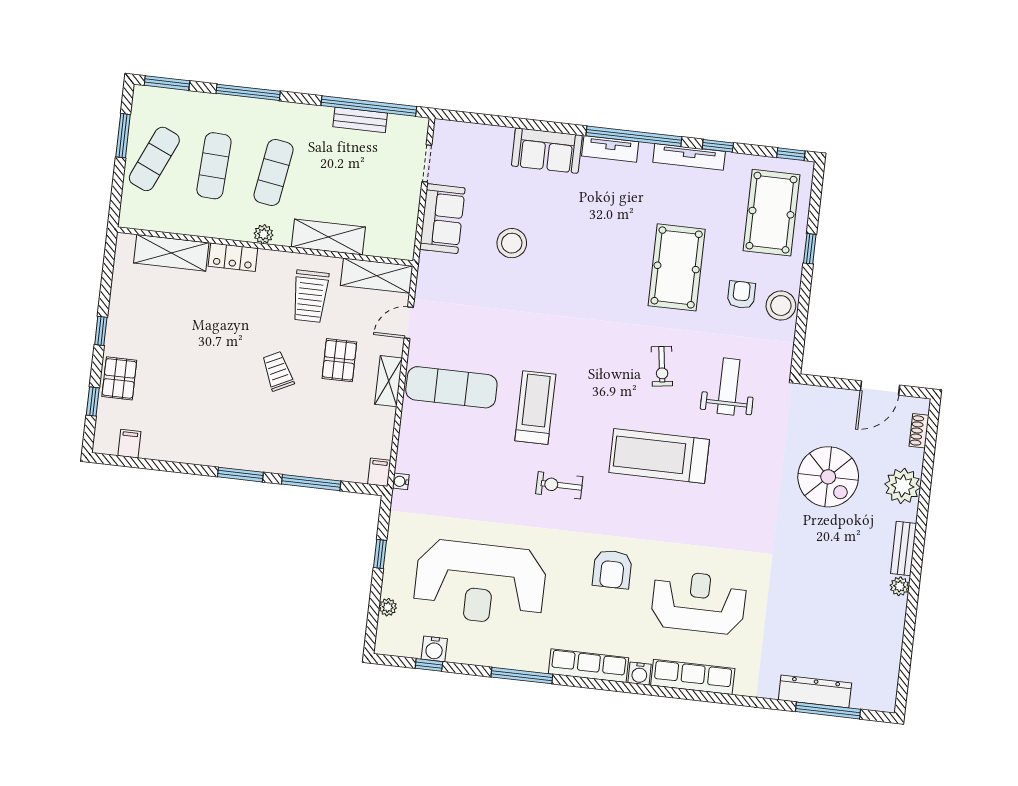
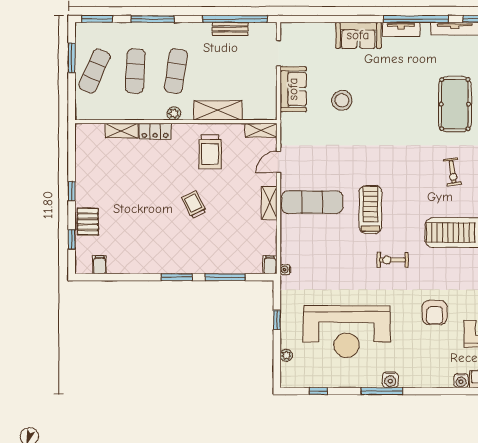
shelving: (171, 253) -> (121, 131), width x0.67, depth x0.75
shelving: (377, 276) -> (261, 130), width x0.67, depth x0.75
pallet: (339, 360) -> (235, 193), removed
water cooler: (434, 649) -> (390, 380), moved
row of seats: (589, 666) -> (426, 379), removed

